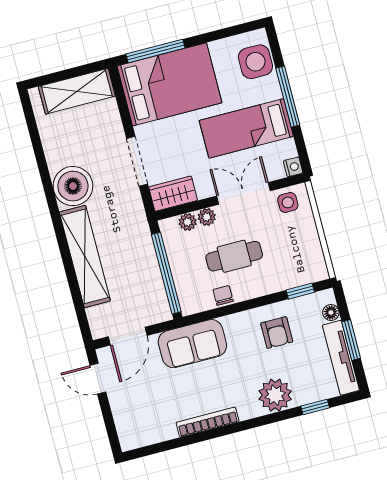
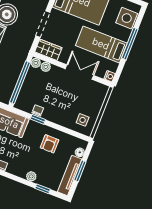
side table: (288, 202) -> (83, 120), moved
plant: (207, 217) -> (36, 63), moved
cafe table: (234, 256) -> (55, 97), removed
window: (300, 291) -> (38, 119), moved
plant: (275, 395) -> (31, 176), width x0.53, depth x0.53

